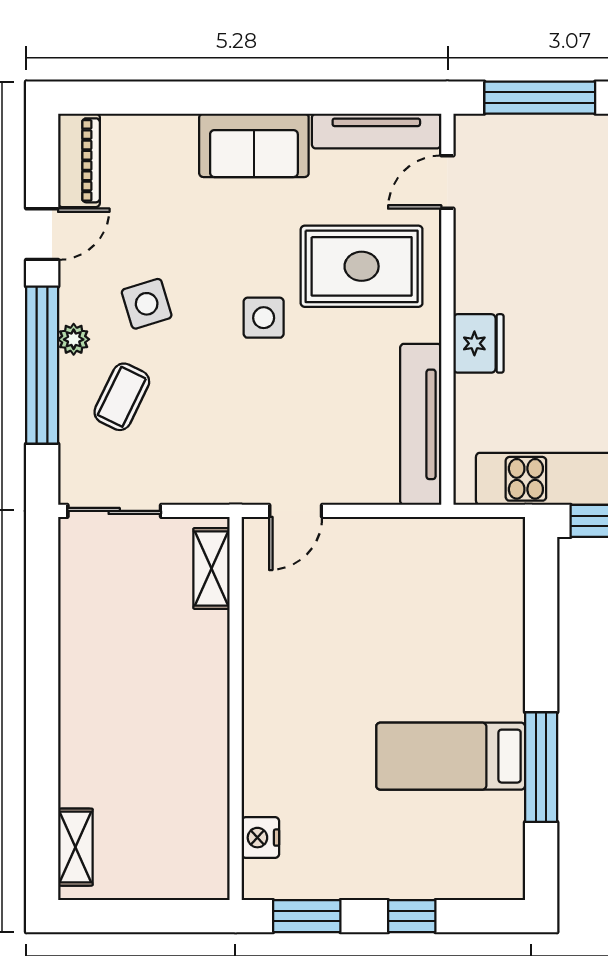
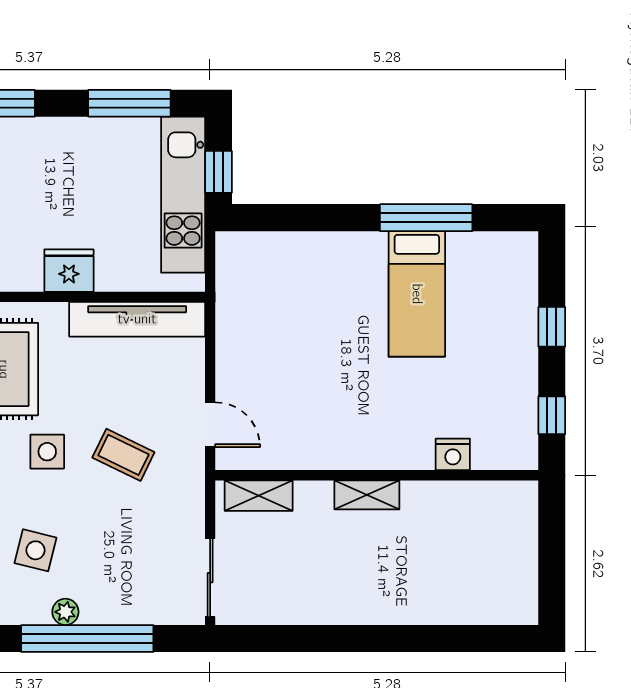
side table: (147, 304) -> (35, 550), turned 31
coffee table: (122, 397) -> (123, 455), moved
nightstand: (260, 838) -> (453, 454), moved
shelving: (75, 847) -> (367, 495), moved
window: (307, 916) -> (552, 415), width x0.67

